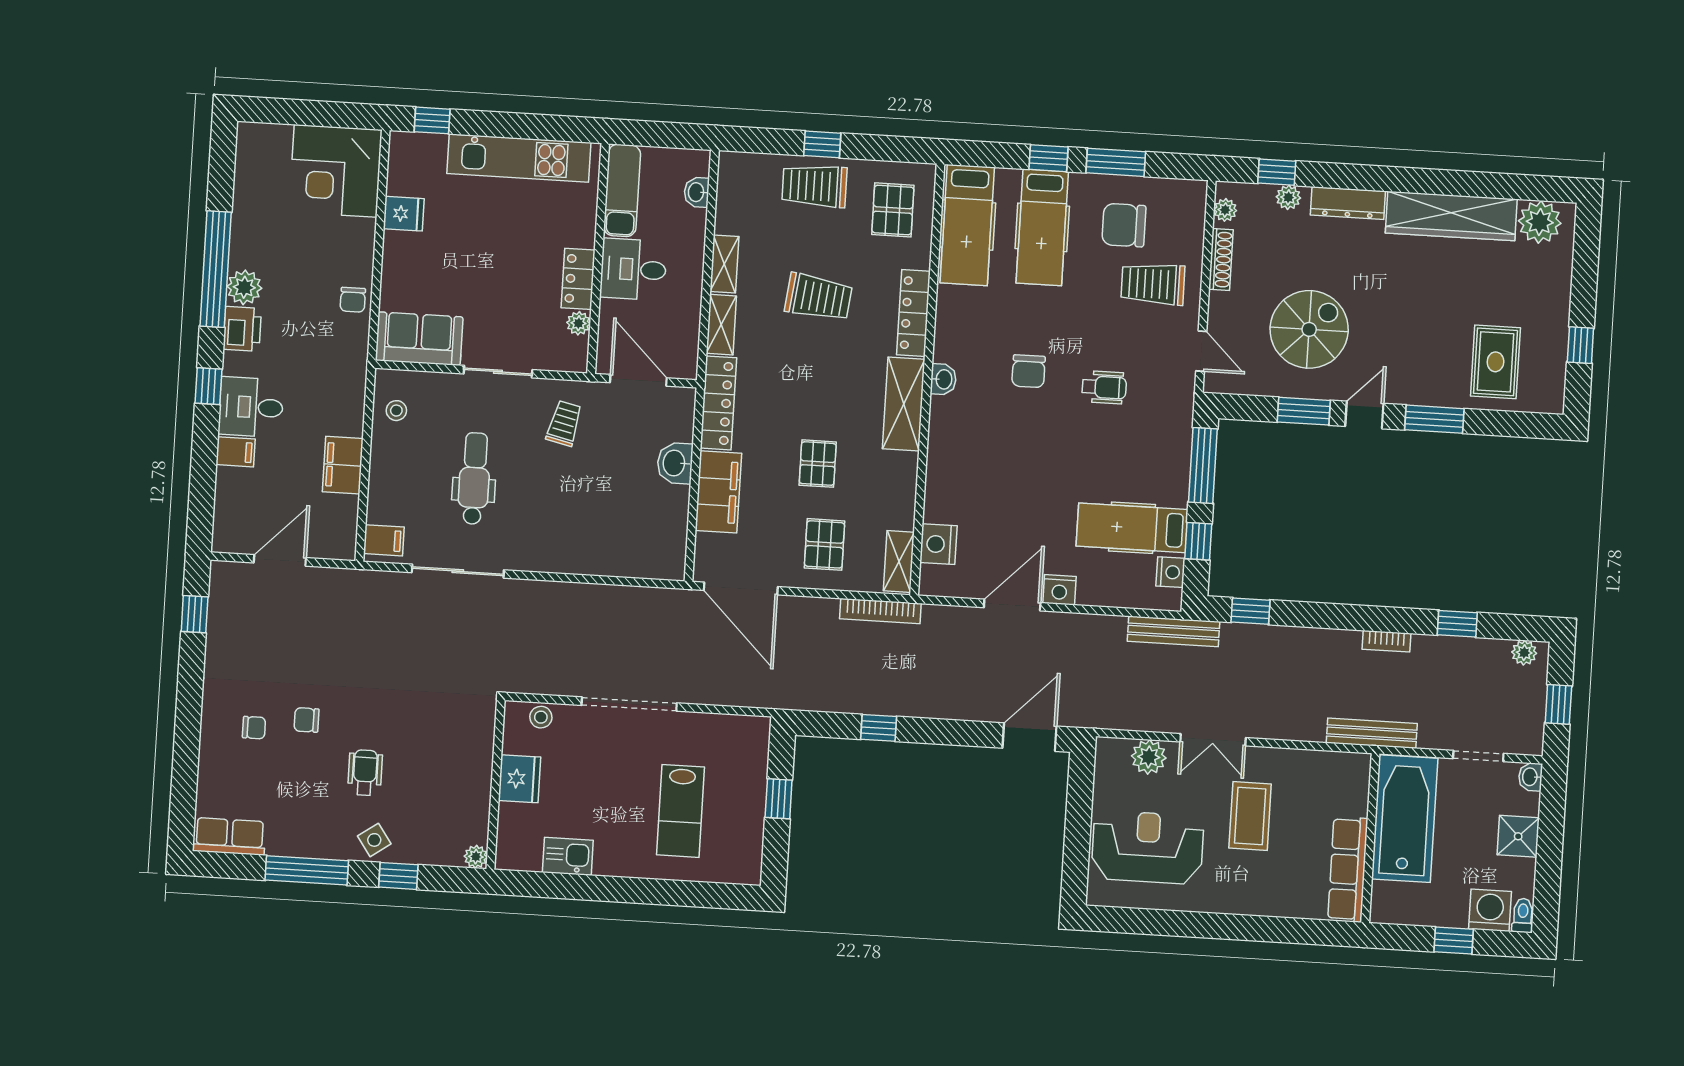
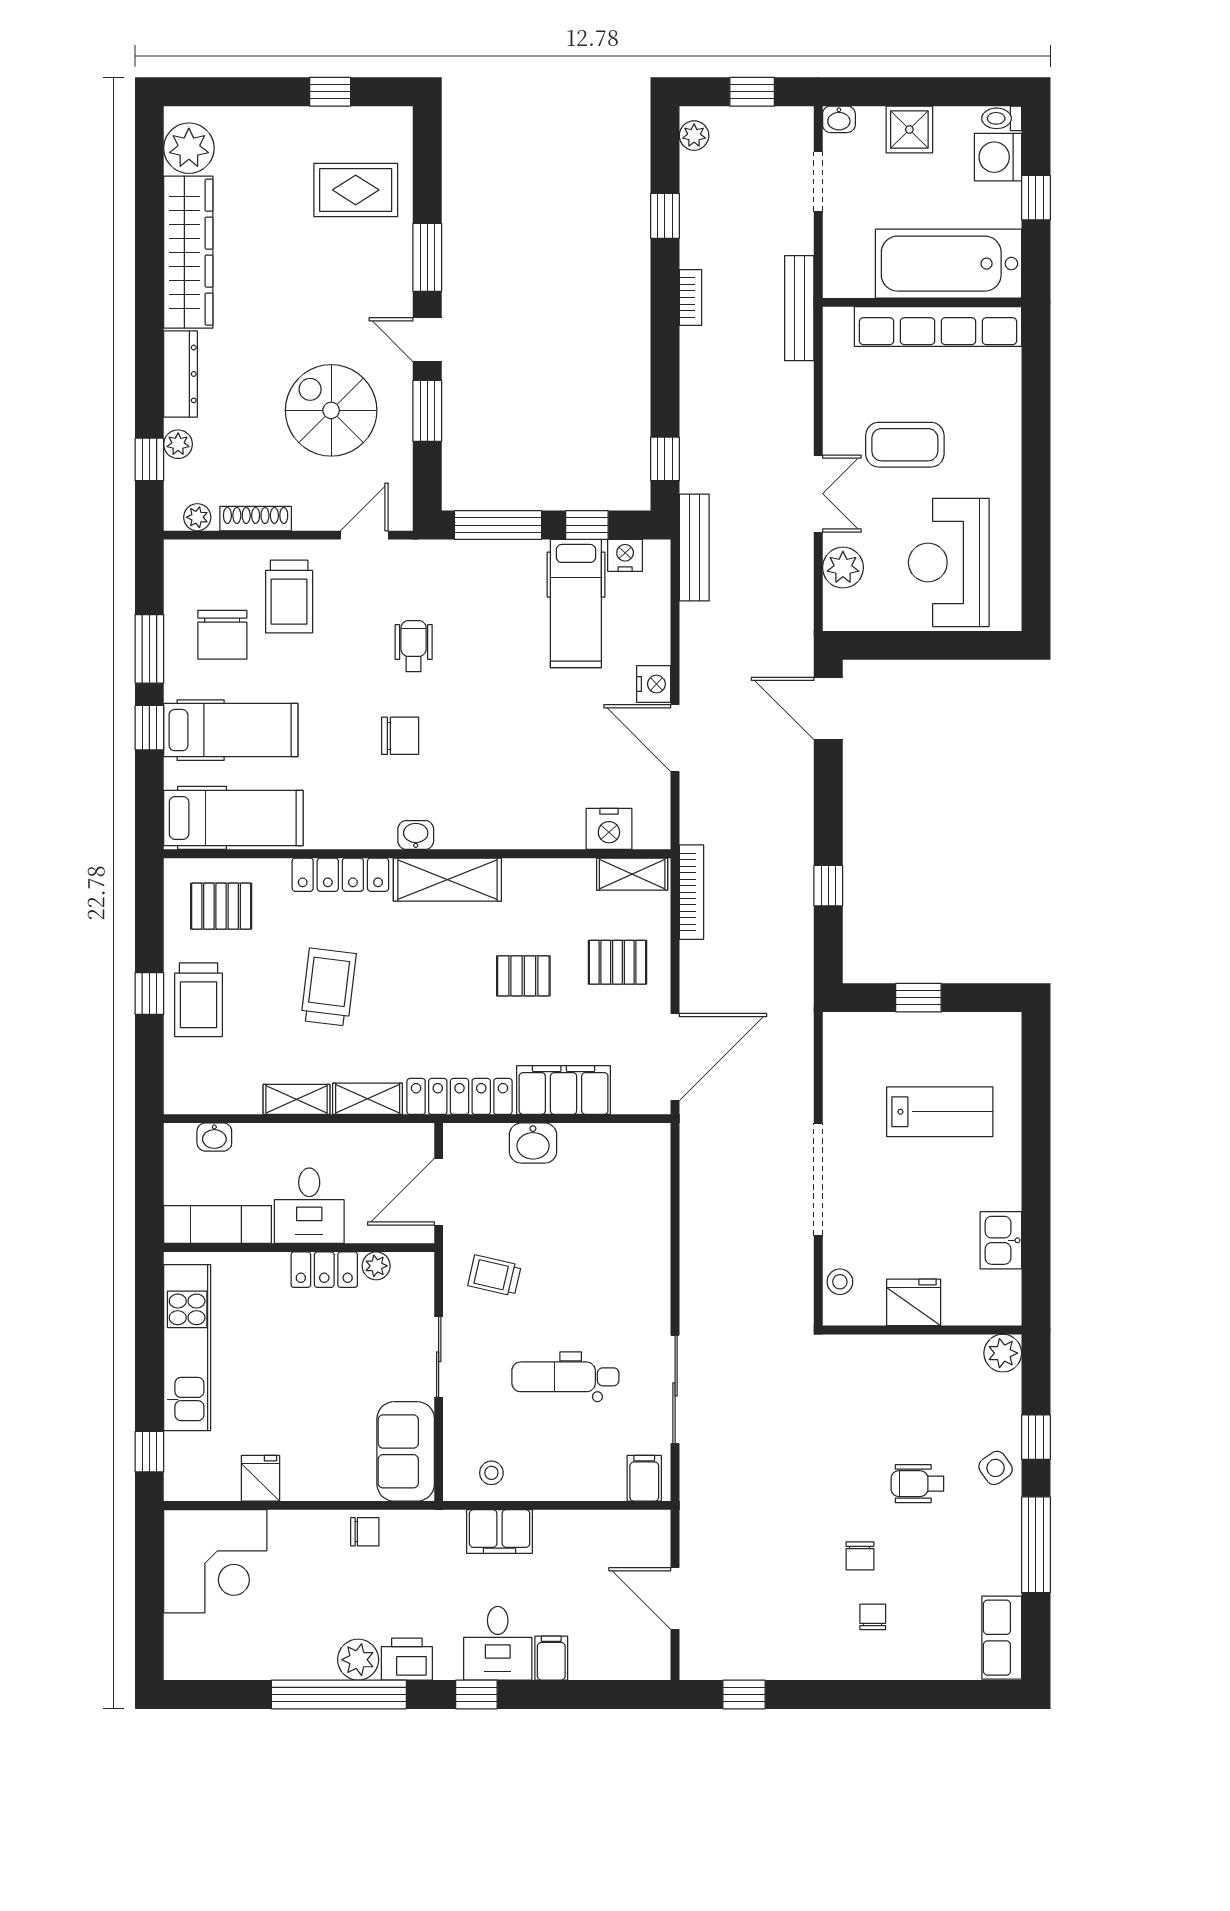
filing cabinet: (343, 465) -> (500, 1532), moved
bathtub: (1405, 819) -> (949, 264), moved
plant: (476, 857) -> (1003, 1353), width x1.38, depth x1.38
row of seats: (1348, 869) -> (938, 326), width x1.36

